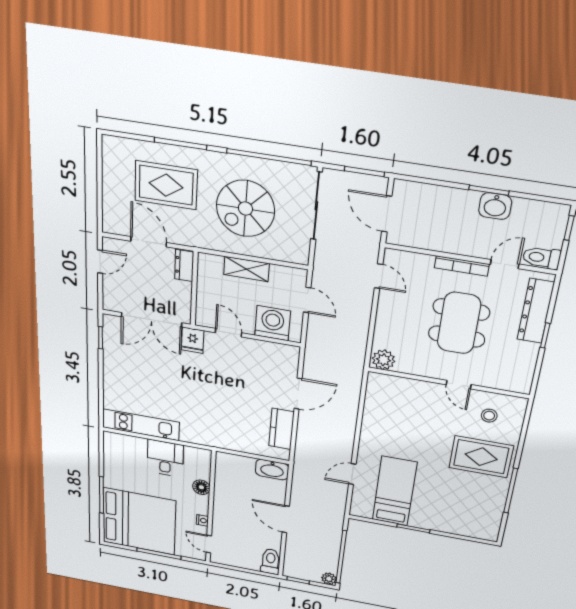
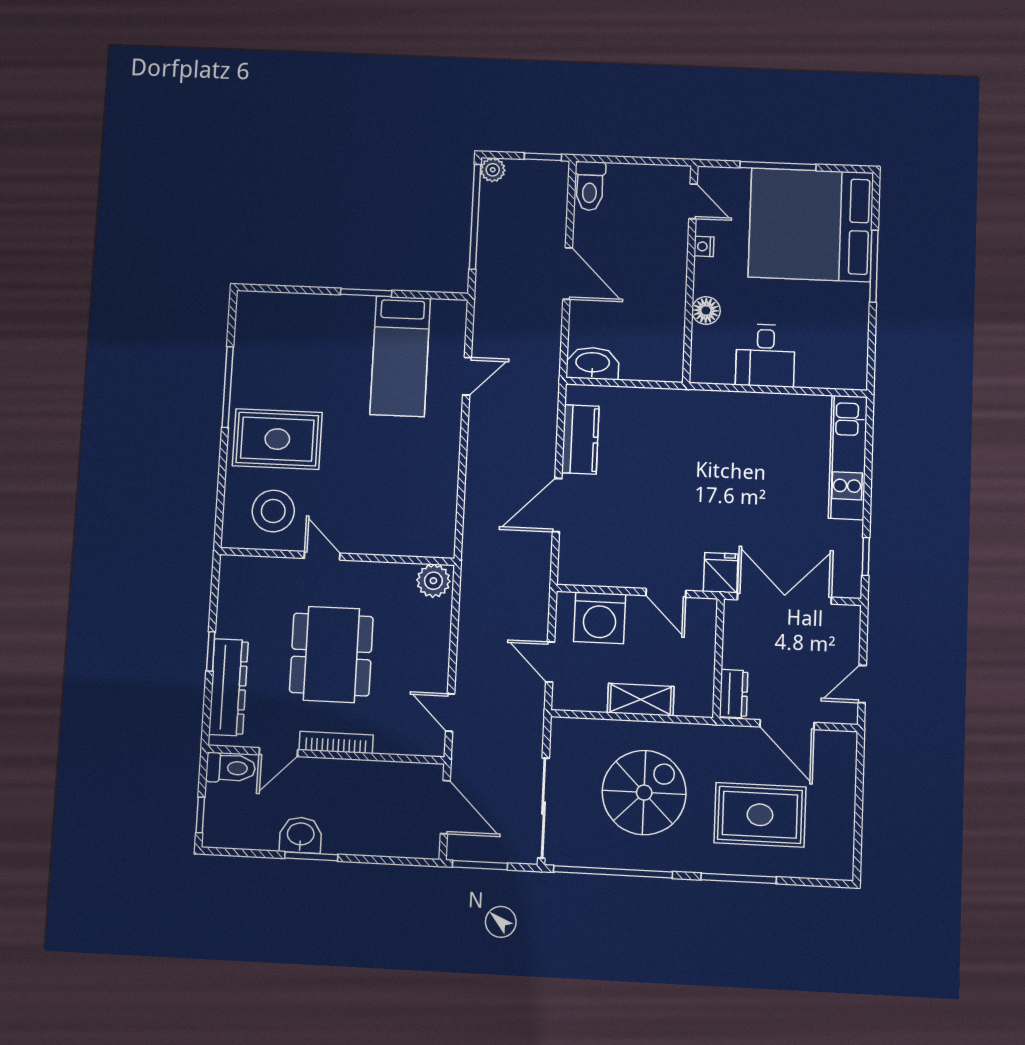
stool: (489, 416) -> (273, 511), width x1.89, depth x1.89
kitchen unit: (141, 425) -> (848, 457), moved, turned 90

